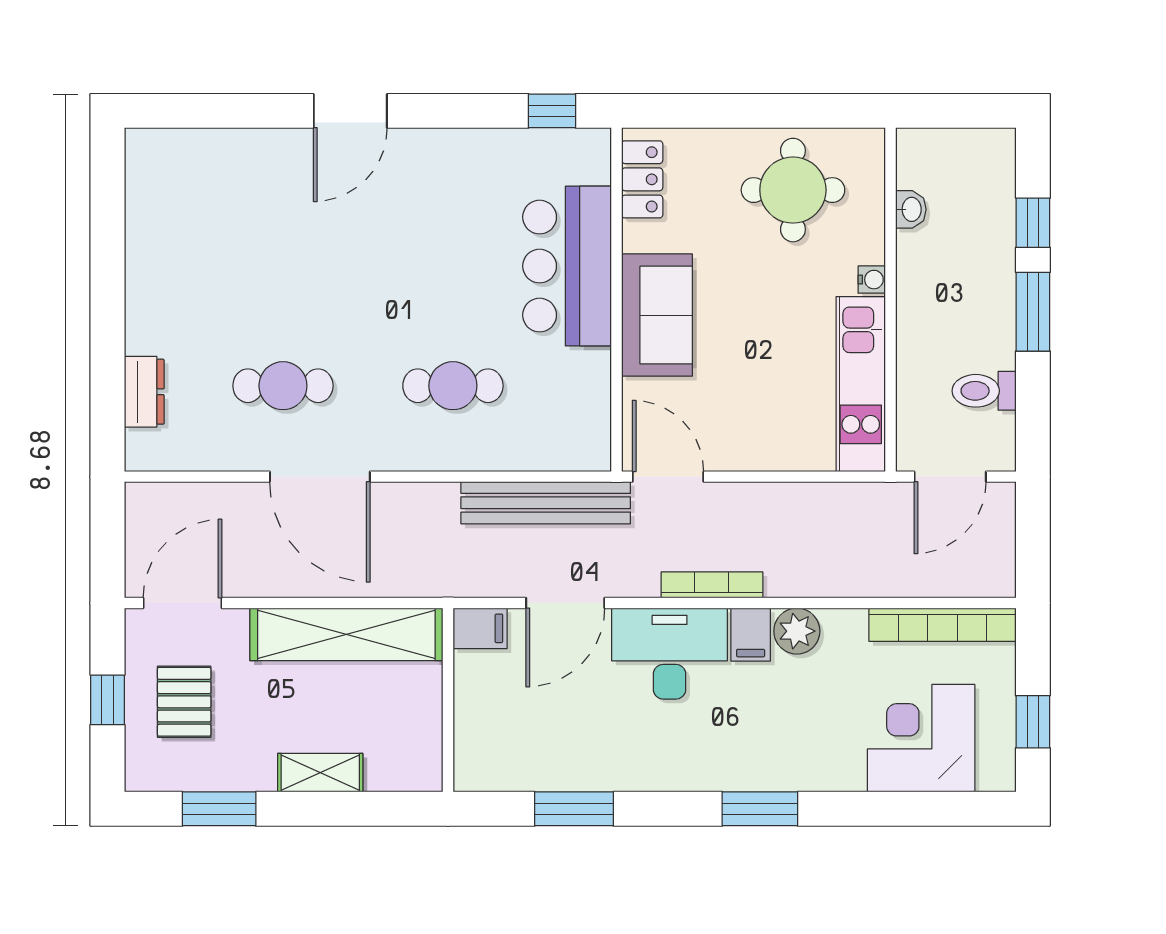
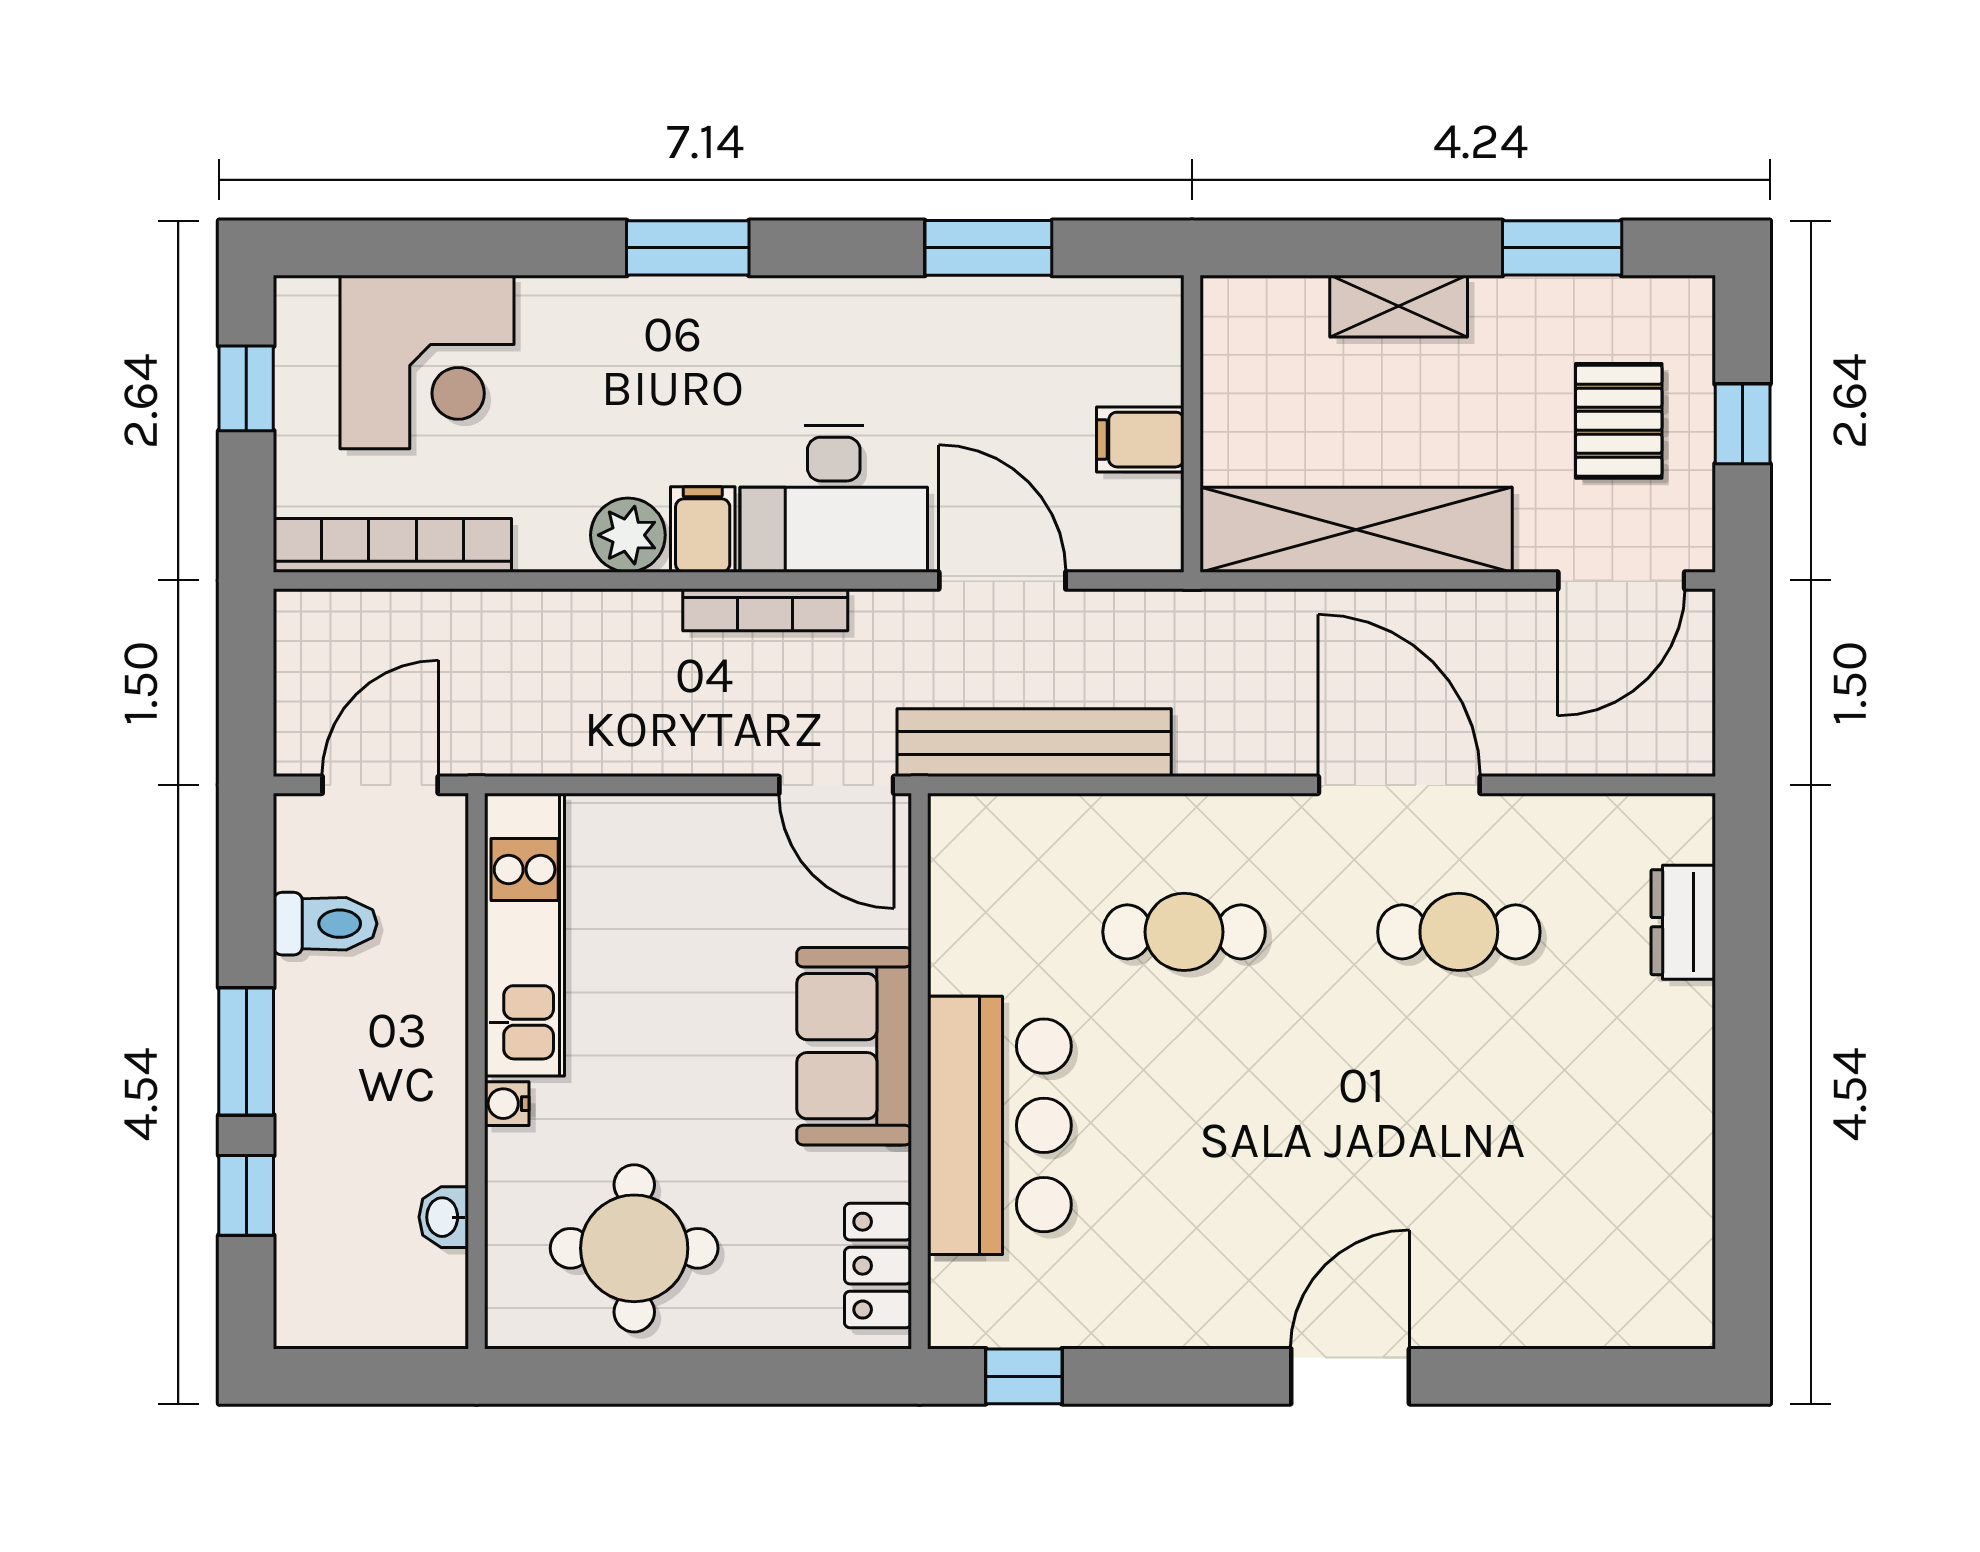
door: (565, 603) -> (1002, 580), hinge flipped
filing cabinet: (480, 628) -> (1140, 440), moved

